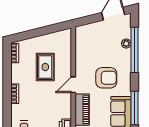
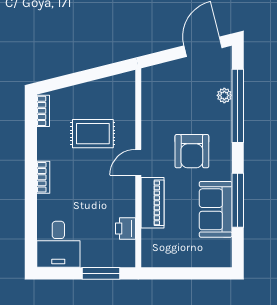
rug: (45, 67) -> (93, 134), turned 90
armchair: (106, 78) -> (192, 151), turned 90

